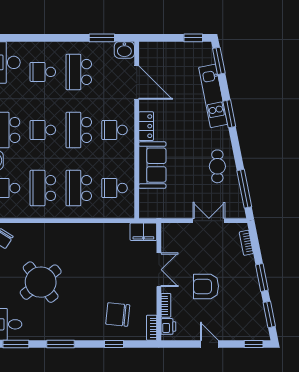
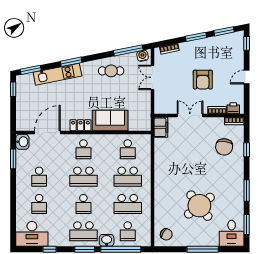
school desk: (79, 72) -> (39, 177), width x0.54
water cooler: (237, 208) -> (143, 56), added

